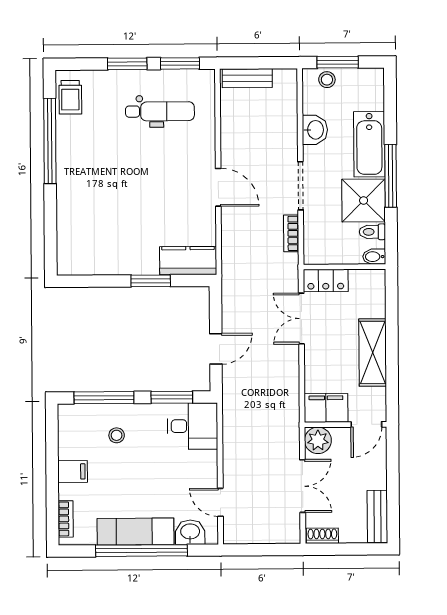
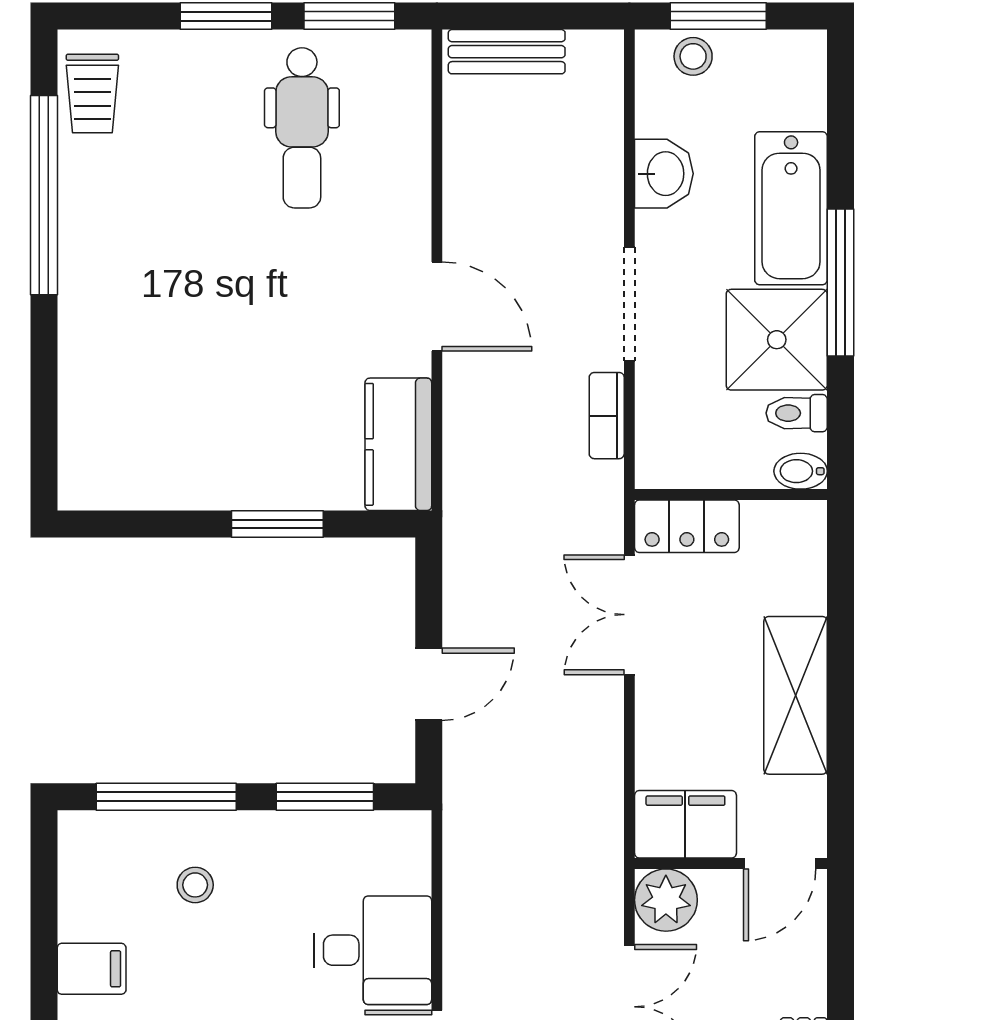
dental chair: (160, 111) -> (302, 128), turned 90
kitchen counter: (188, 261) -> (398, 444), moved, turned -90
desk: (192, 426) -> (373, 950), moved

